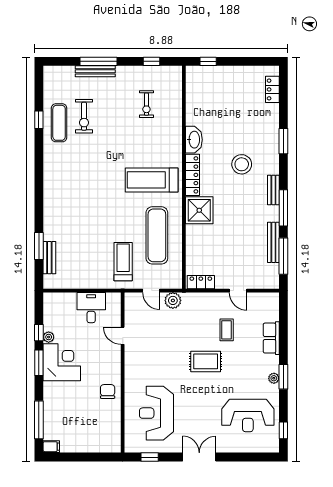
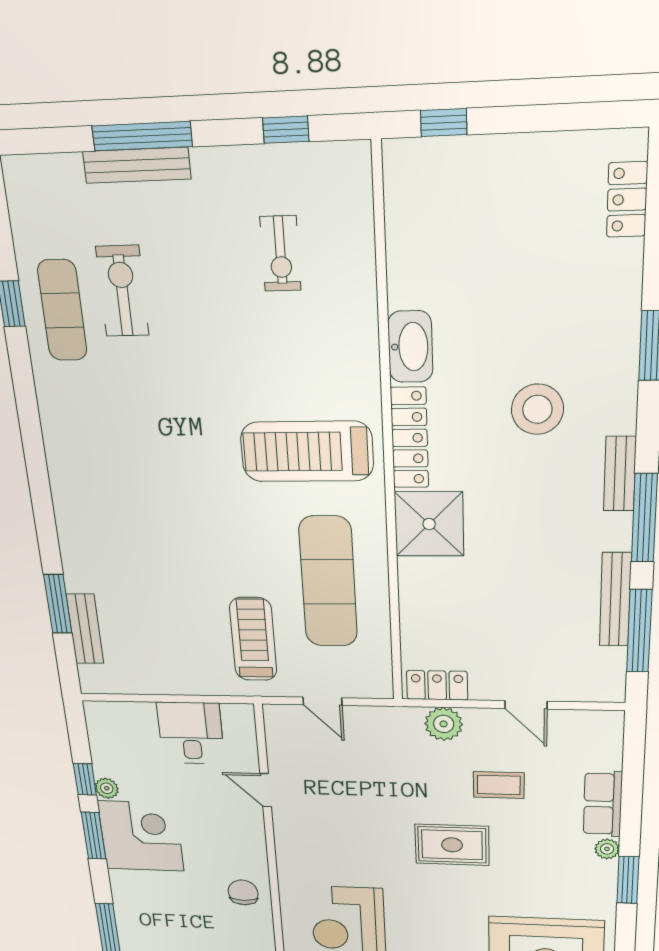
exercise bike: (84, 116) -> (122, 291), turned 180
plant: (173, 300) -> (444, 724), moved
coffee table: (227, 330) -> (499, 785), turned 90
plant: (274, 378) -> (607, 849), moved

